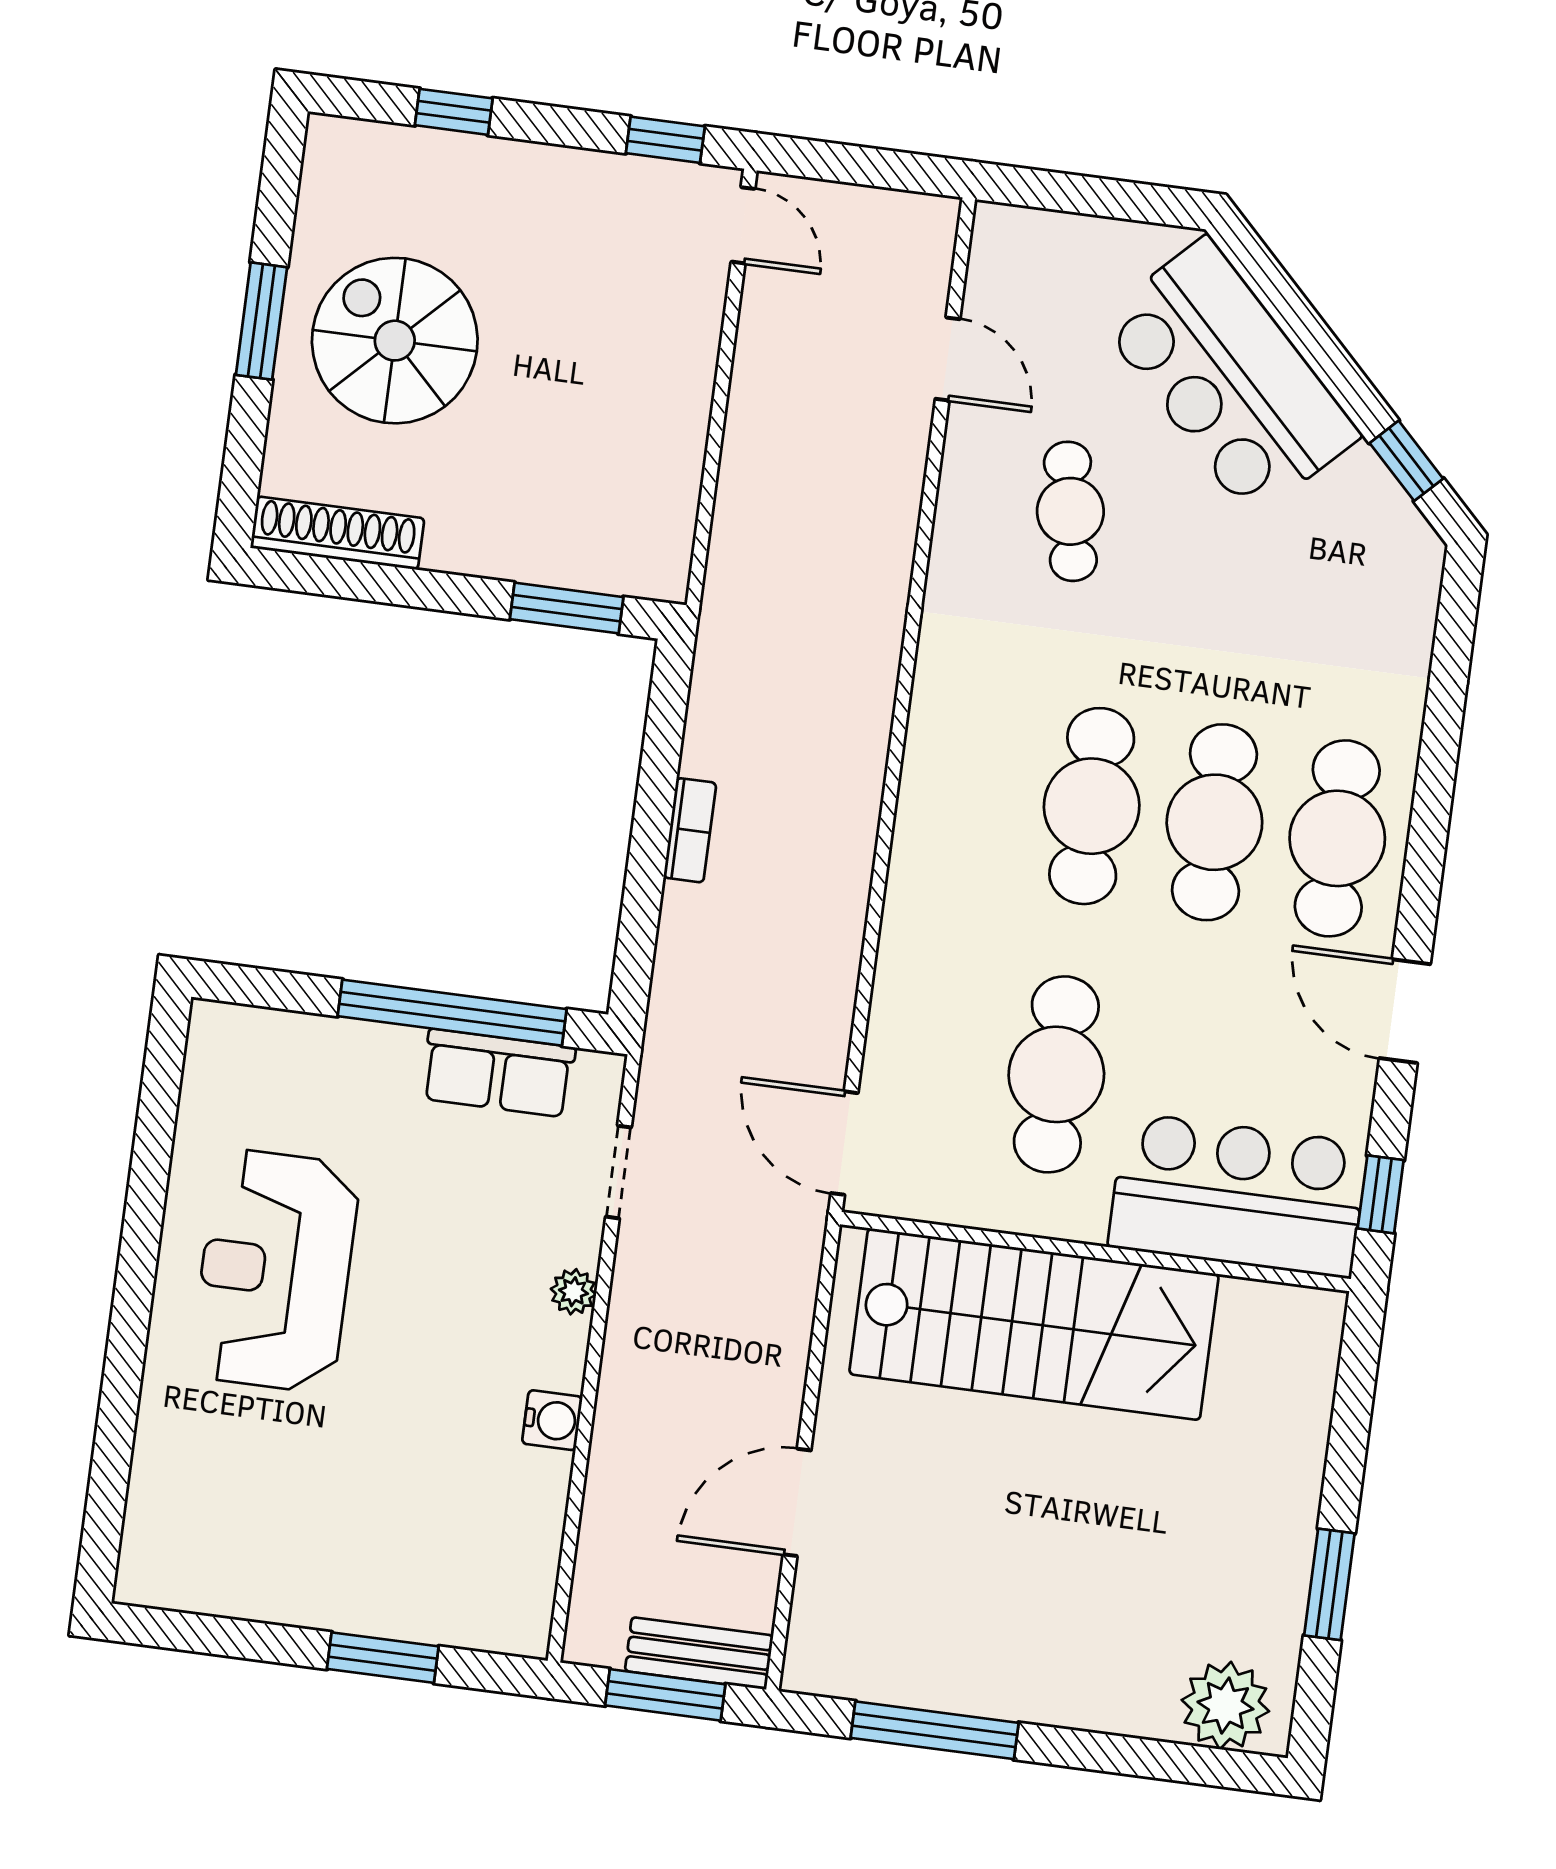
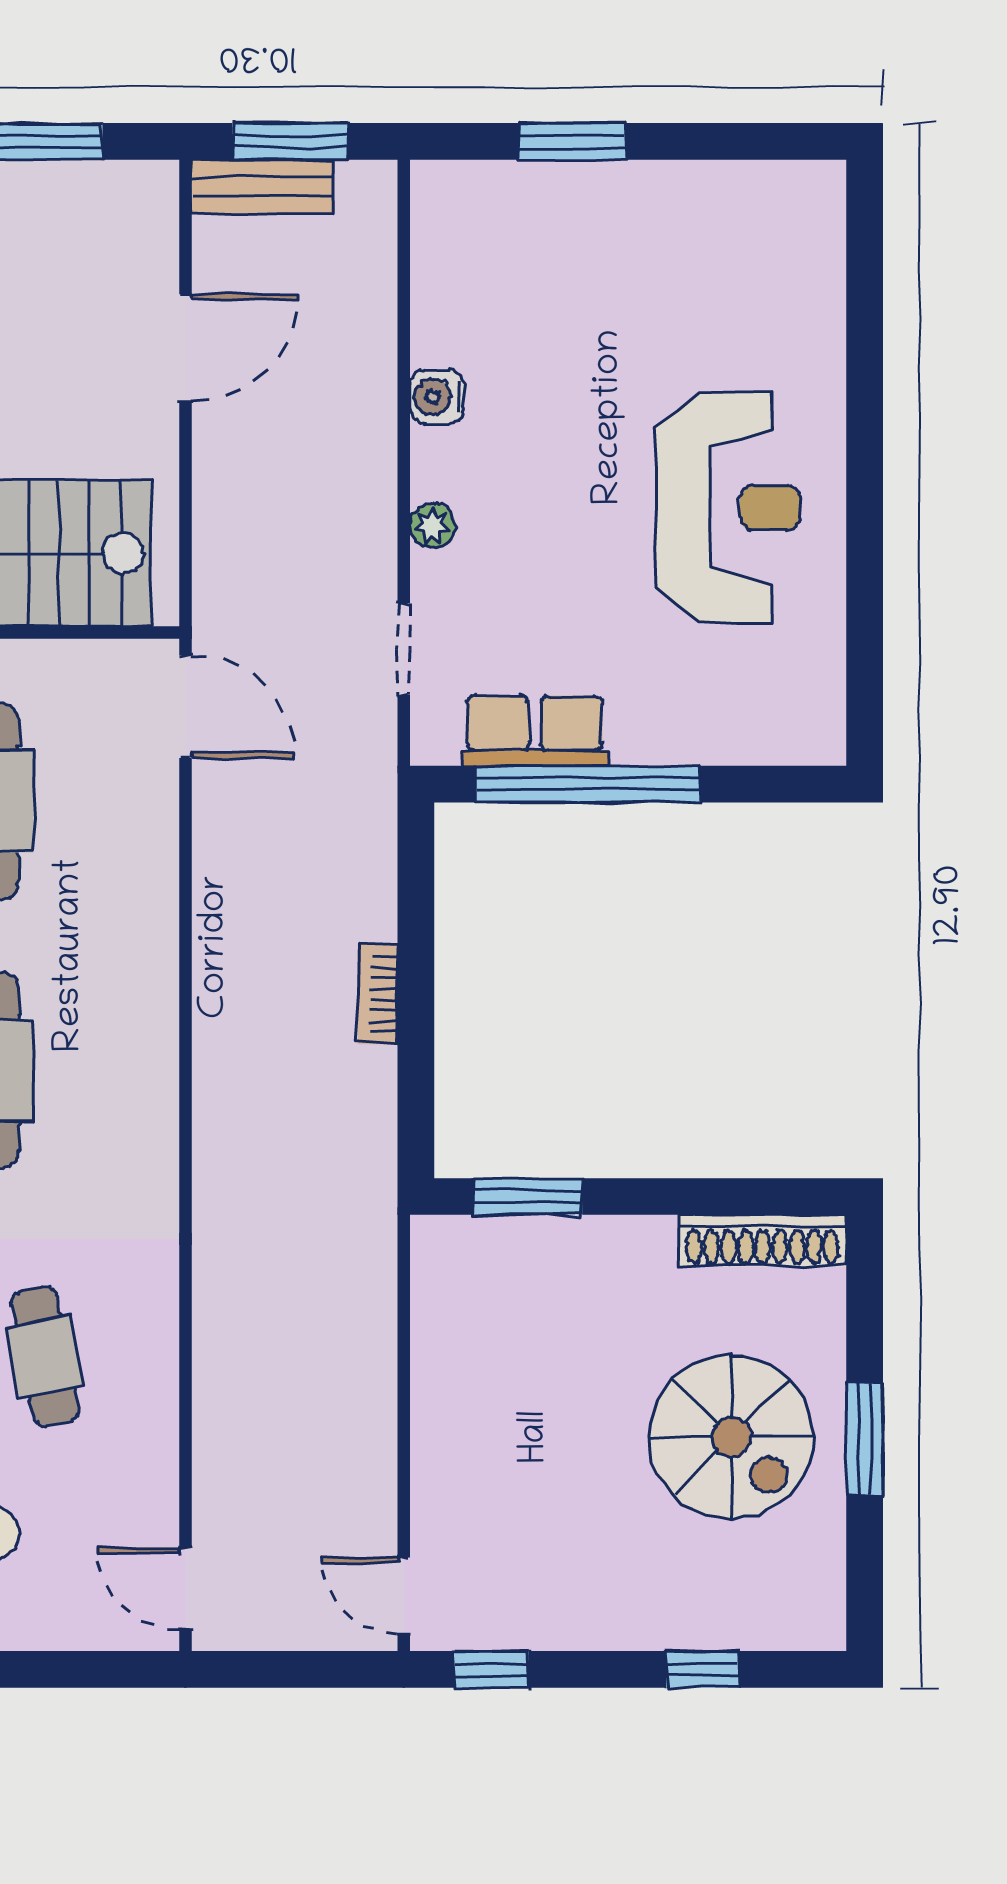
door: (948, 359) -> (185, 1589), moved

